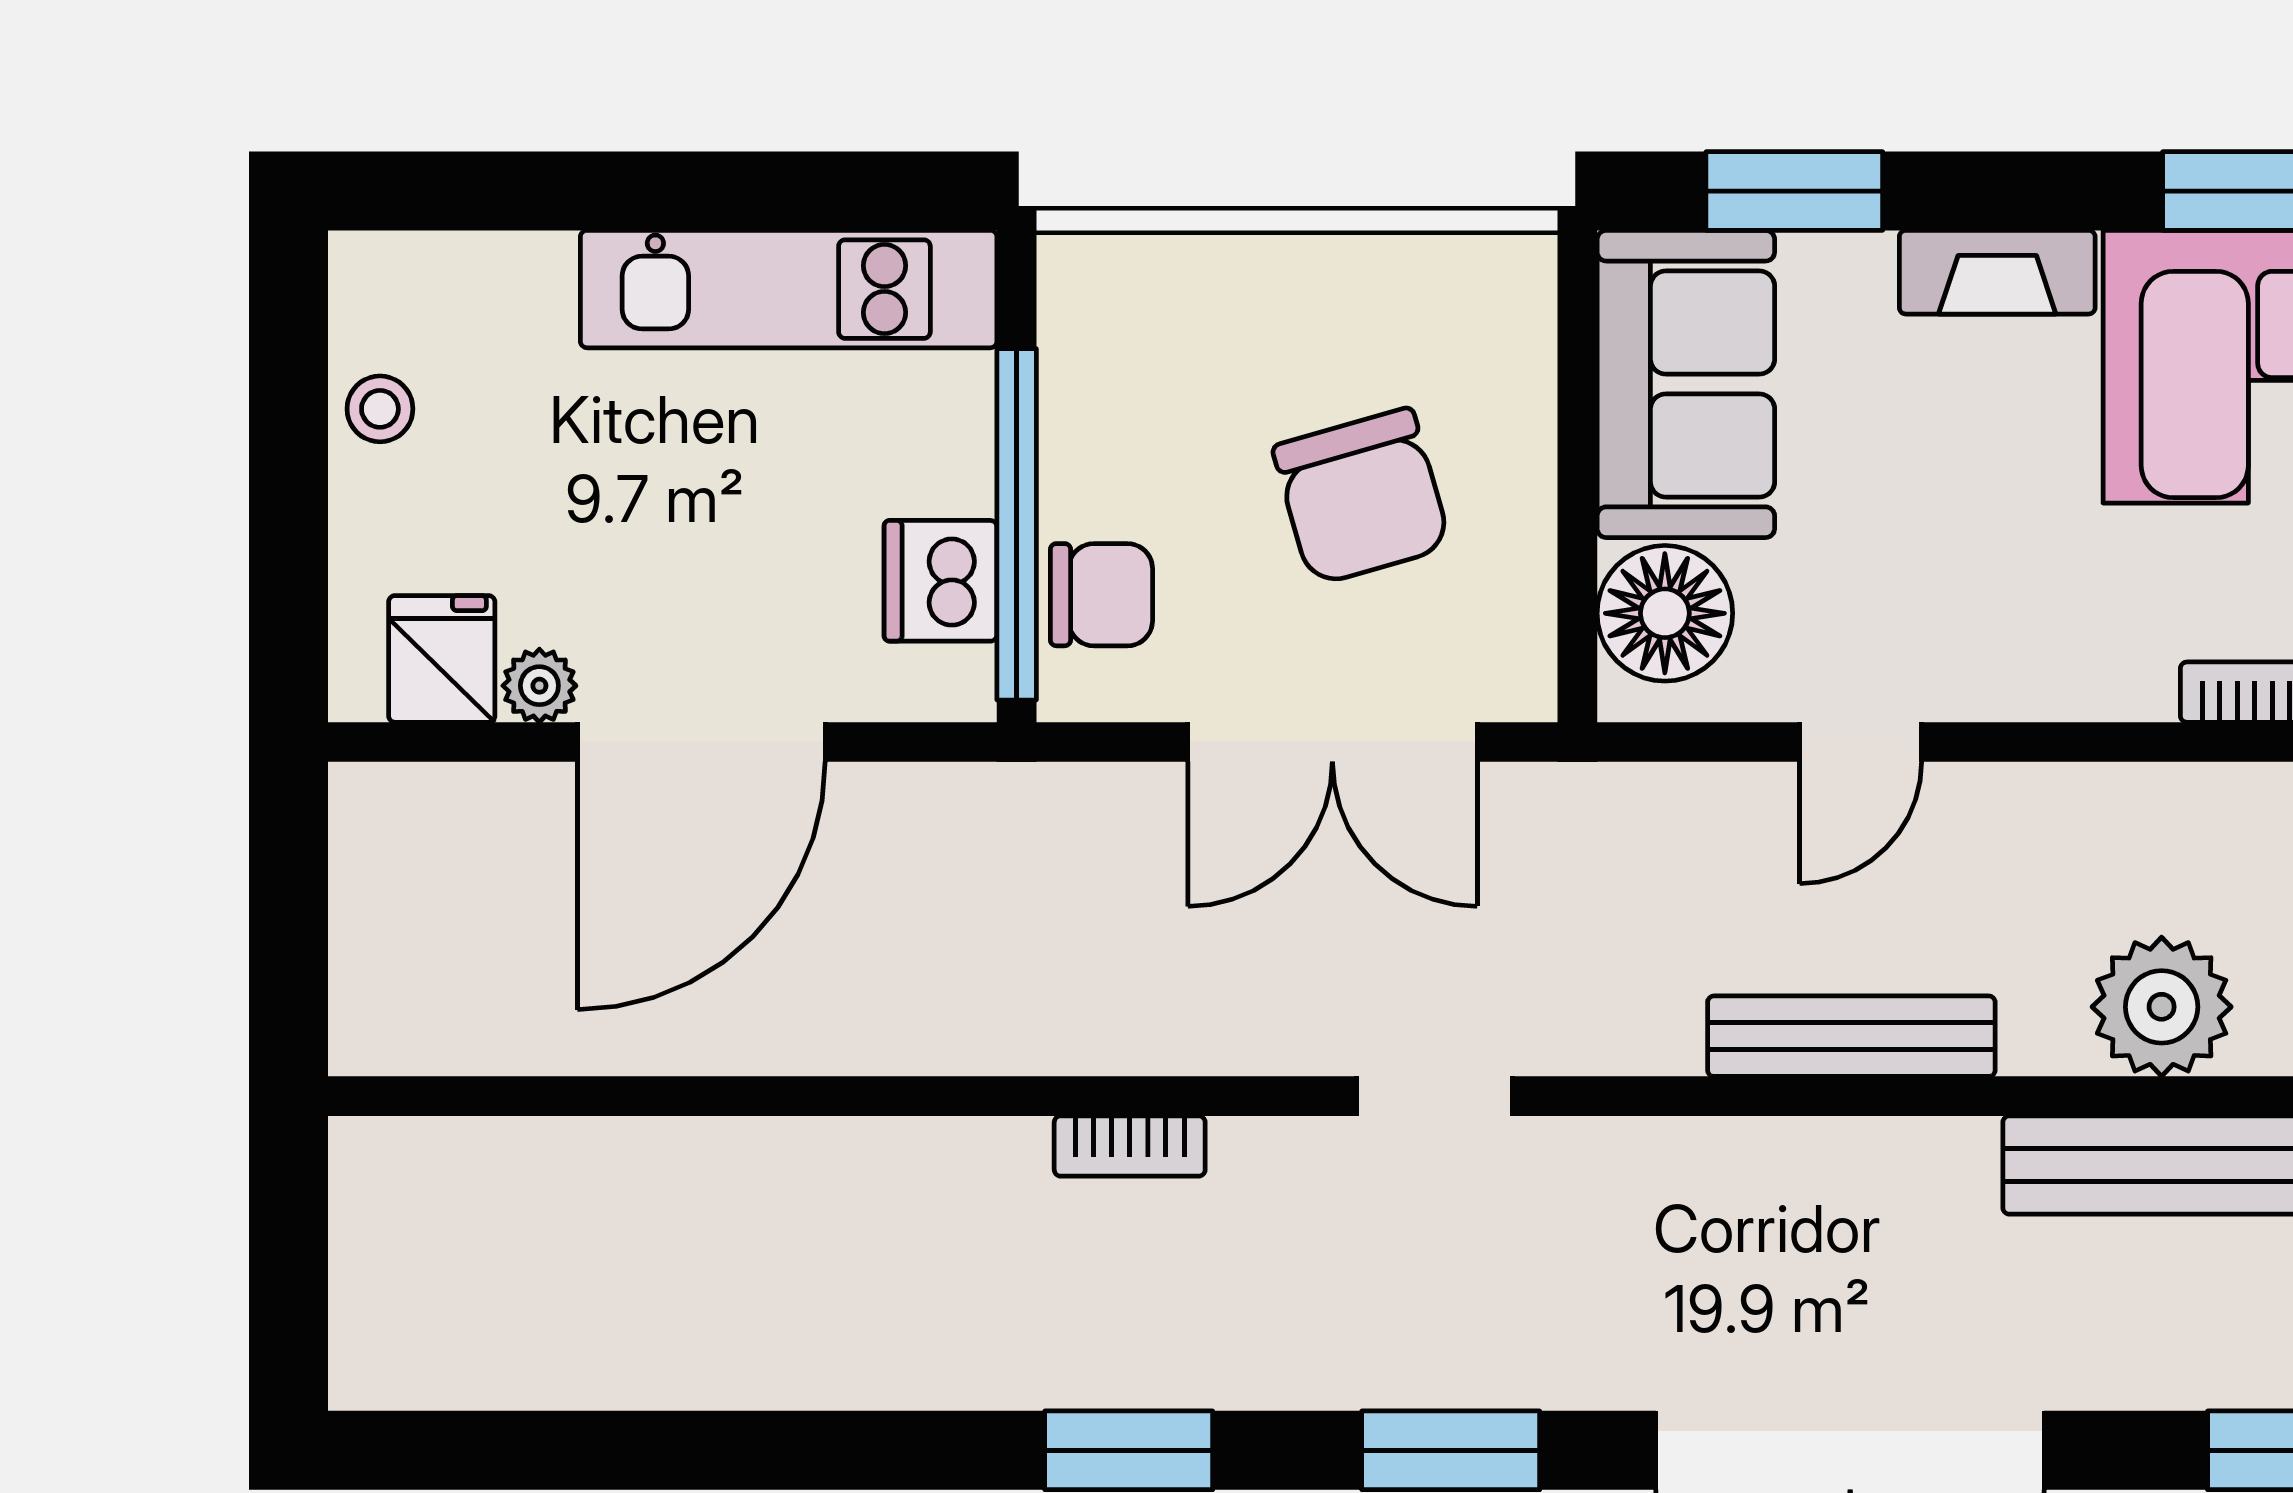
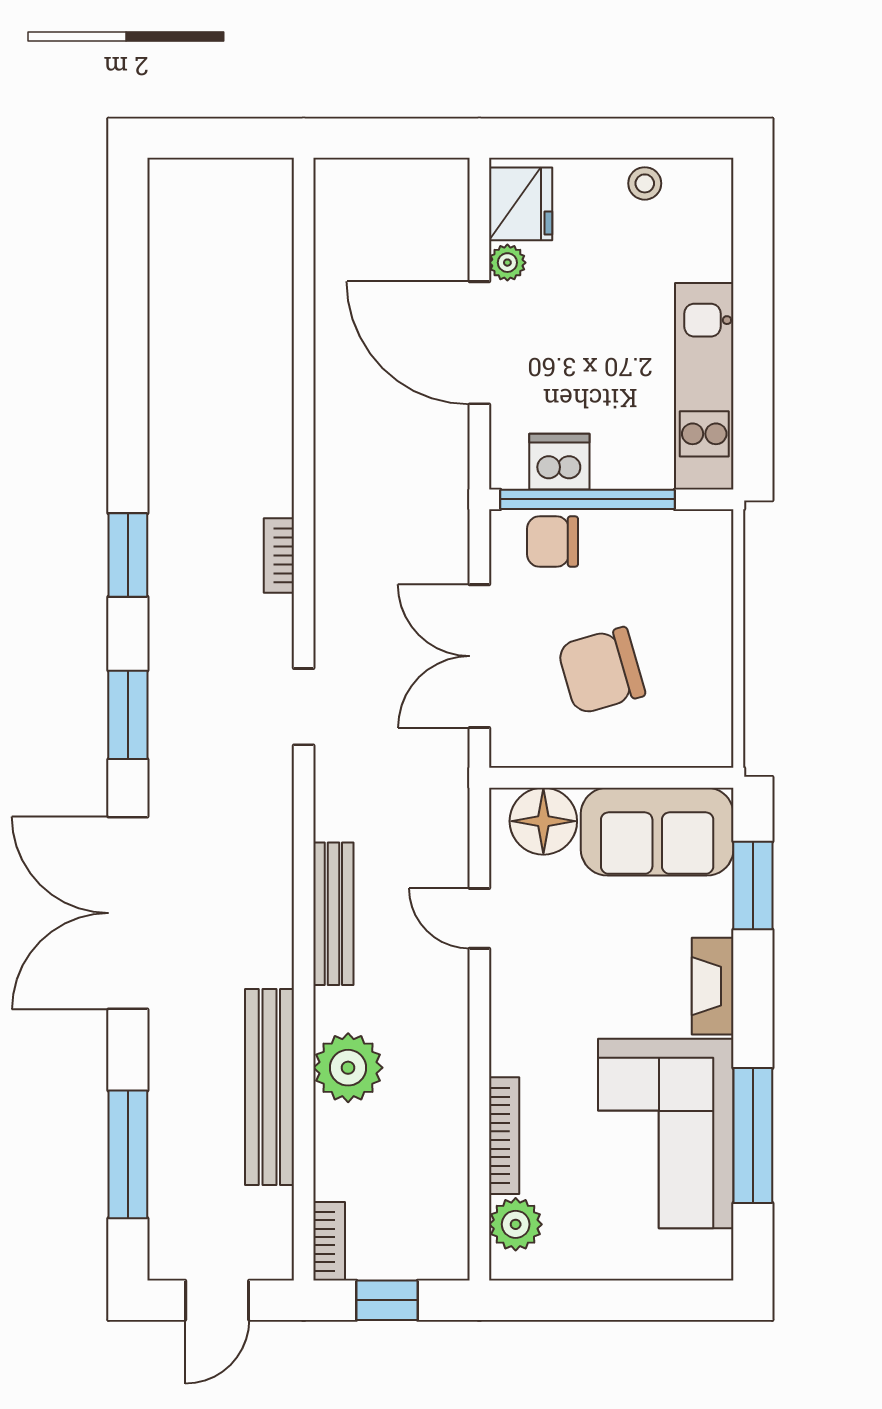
chair: (1101, 595) -> (553, 541), turned 90
fridge: (442, 659) -> (521, 204), width x1.38

